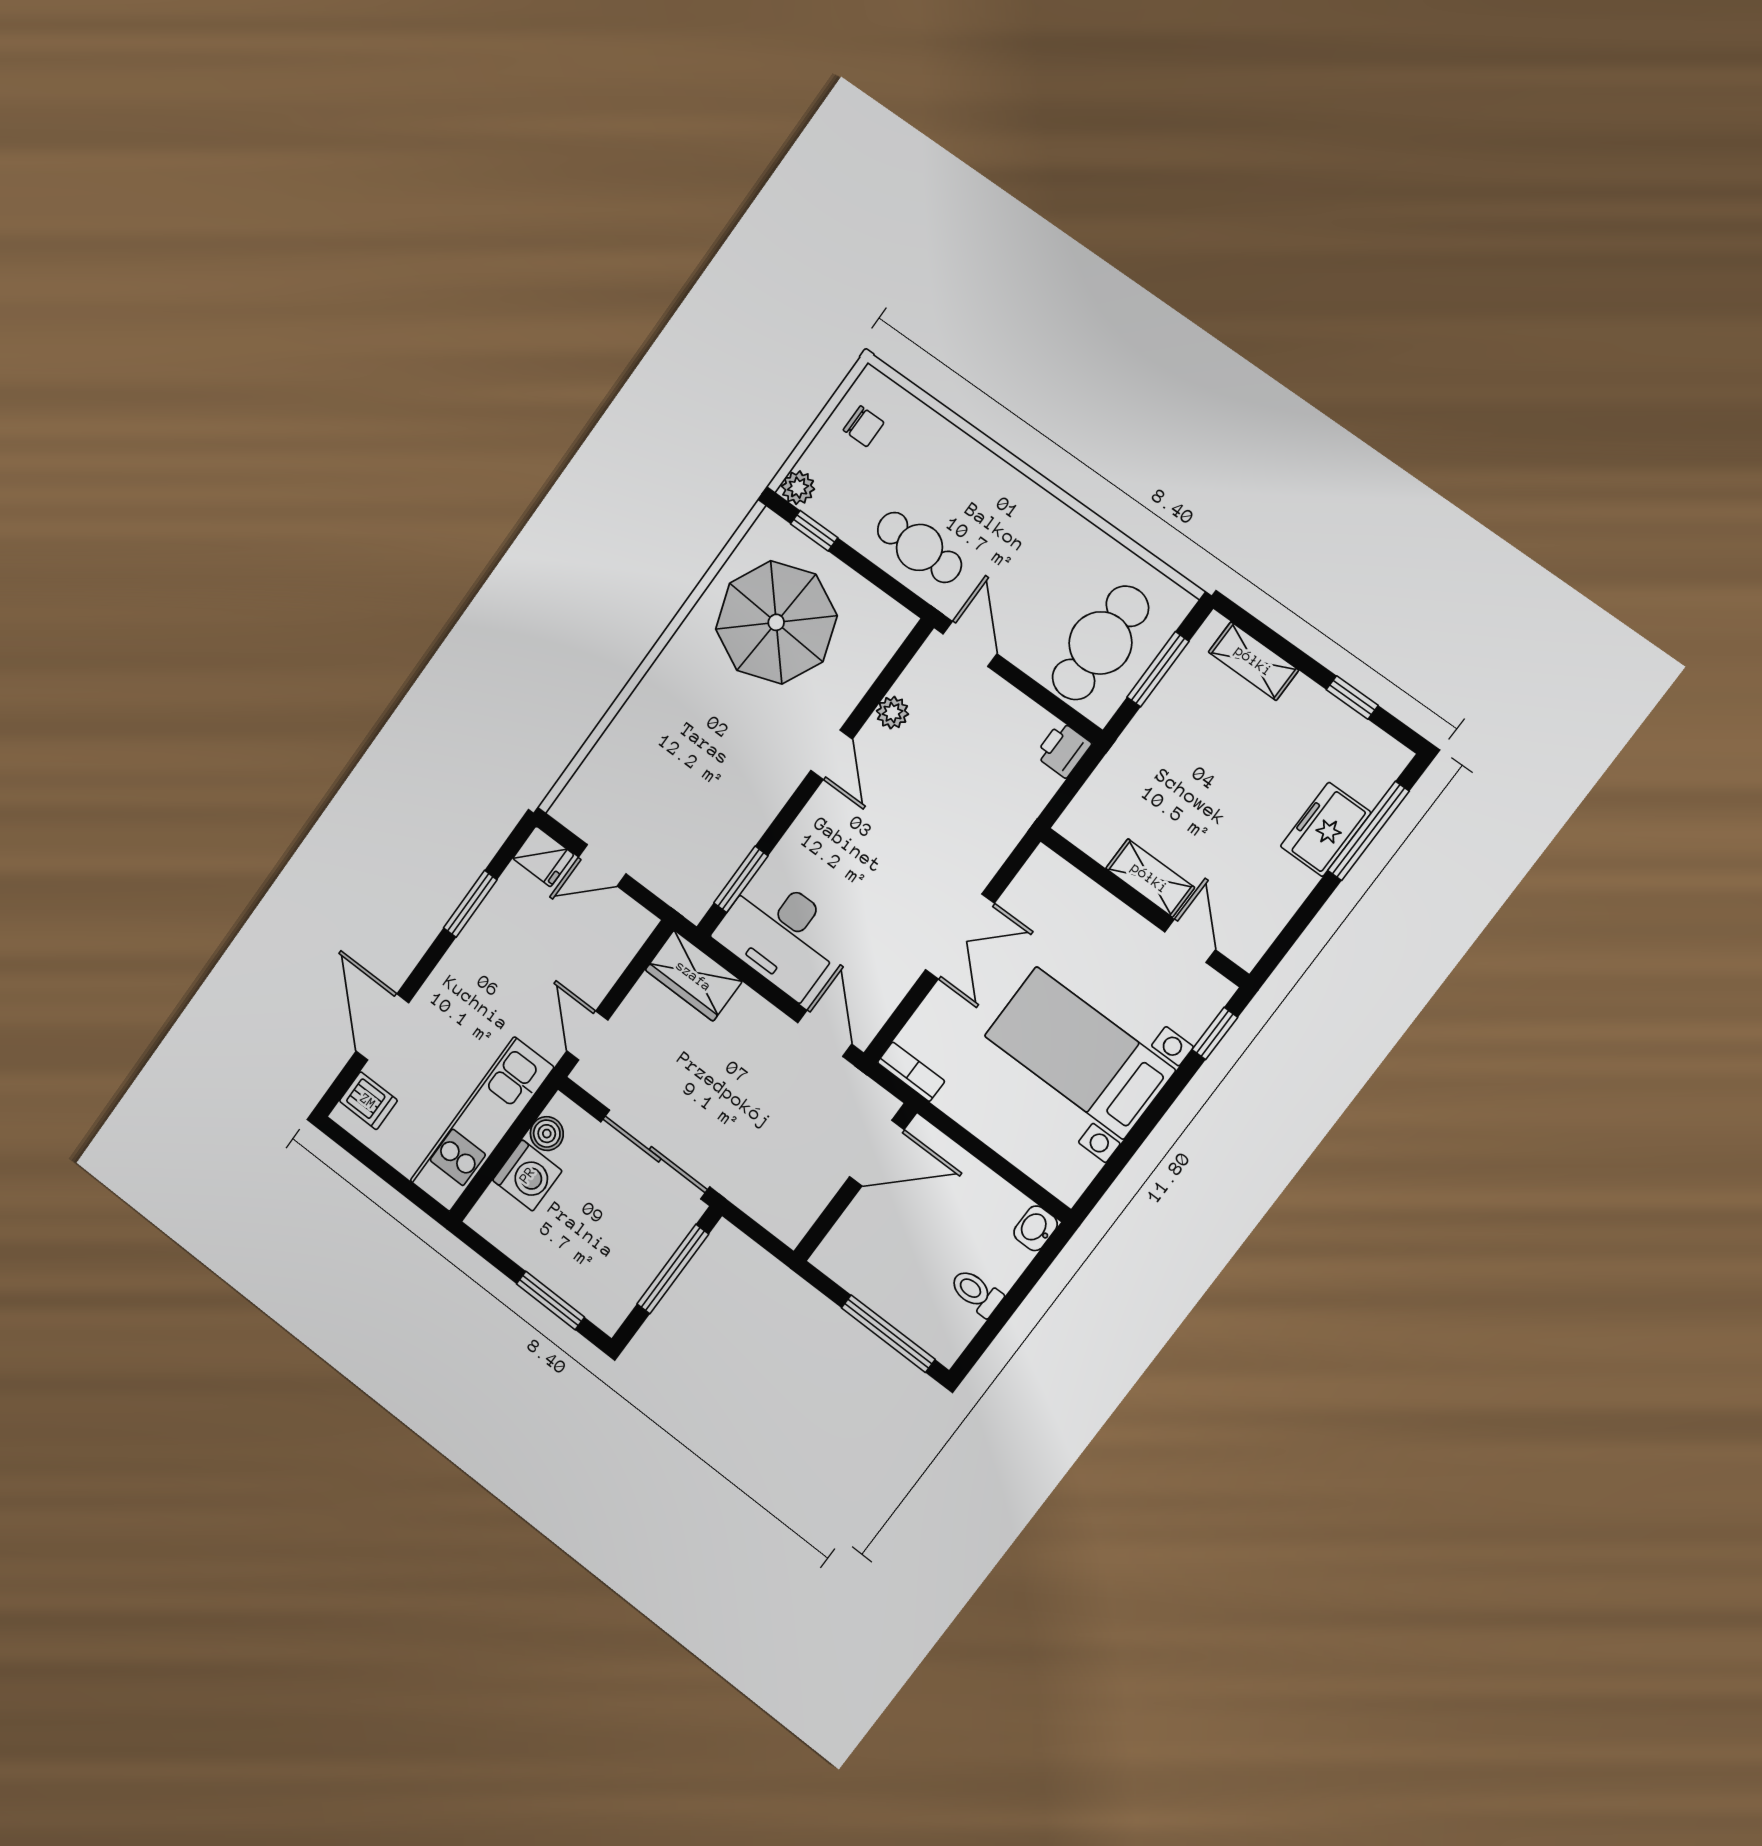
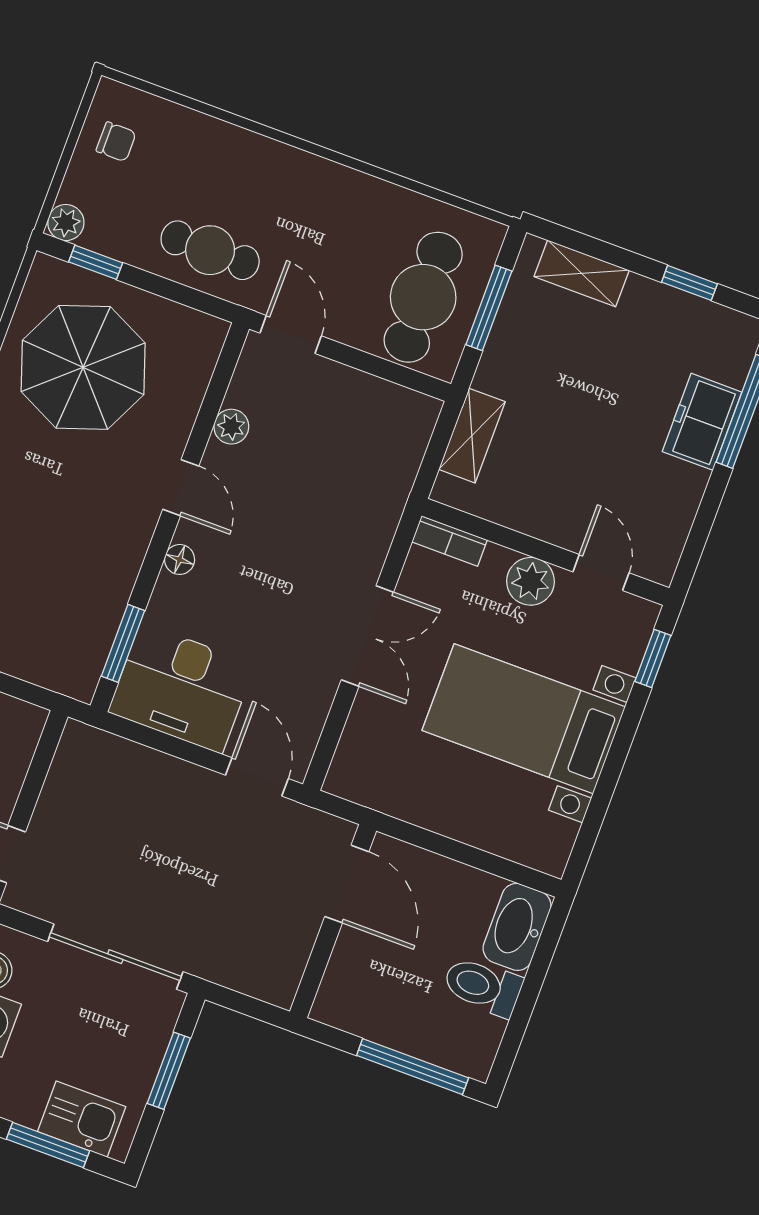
printer: (1063, 750) -> (417, 416), removed
floor lamp: (812, 819) -> (180, 559), added
shelving: (1150, 878) -> (472, 436), moved, turned 90
plant: (1123, 930) -> (531, 581), added
wardrobe: (694, 976) -> (102, 758), removed
bookcase: (911, 1072) -> (450, 541), moved, turned 180
door: (877, 1153) -> (347, 884), hinge flipped
washbasin: (1036, 1228) -> (517, 927), width x1.91, depth x1.45
window: (673, 1269) -> (169, 1071), width x0.69
kitchen sink: (586, 1287) -> (82, 1119), added
toilet: (976, 1292) -> (483, 986), width x1.37, depth x1.39

